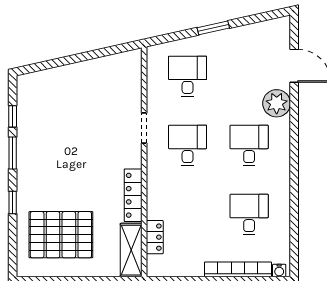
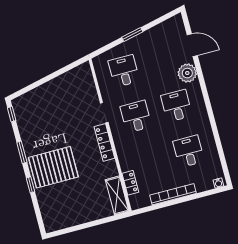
window: (13, 116) -> (12, 114), moved
locker: (133, 195) -> (104, 142), moved
pallet: (61, 235) -> (53, 167), moved
bookcase: (238, 269) -> (173, 194), moved

